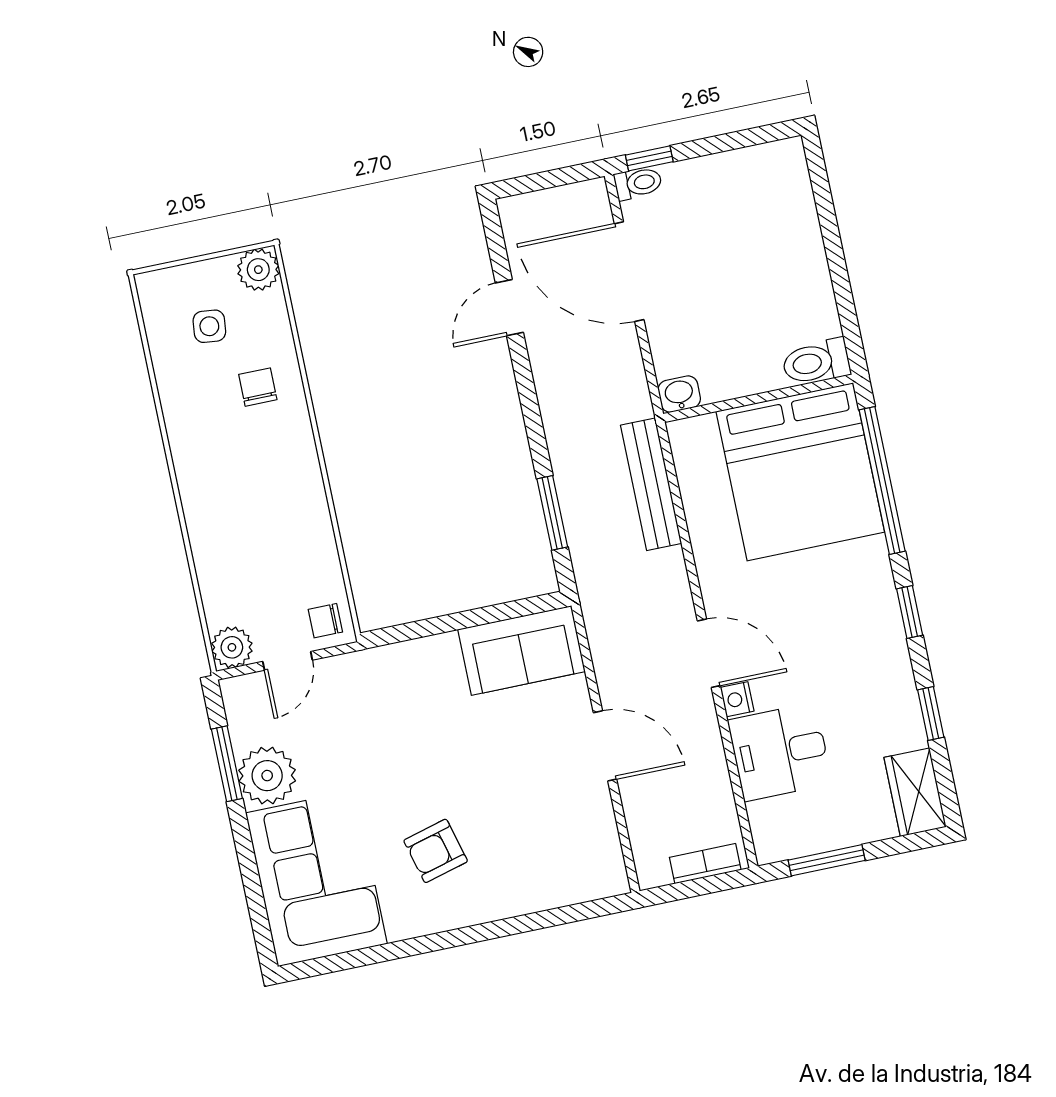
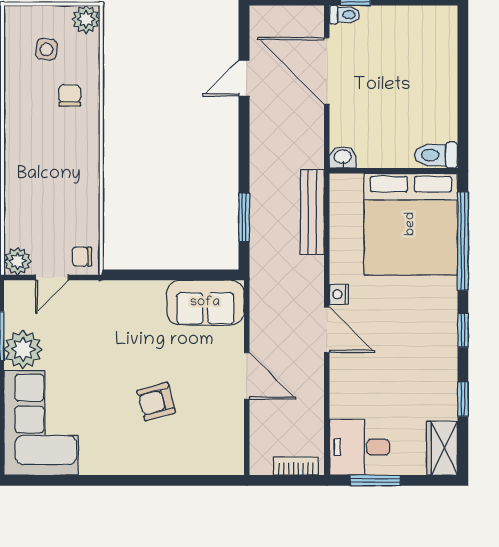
nightstand: (737, 699) -> (339, 294), moved
desk: (780, 752) -> (360, 447), moved
armchair: (436, 851) -> (156, 402), moved

